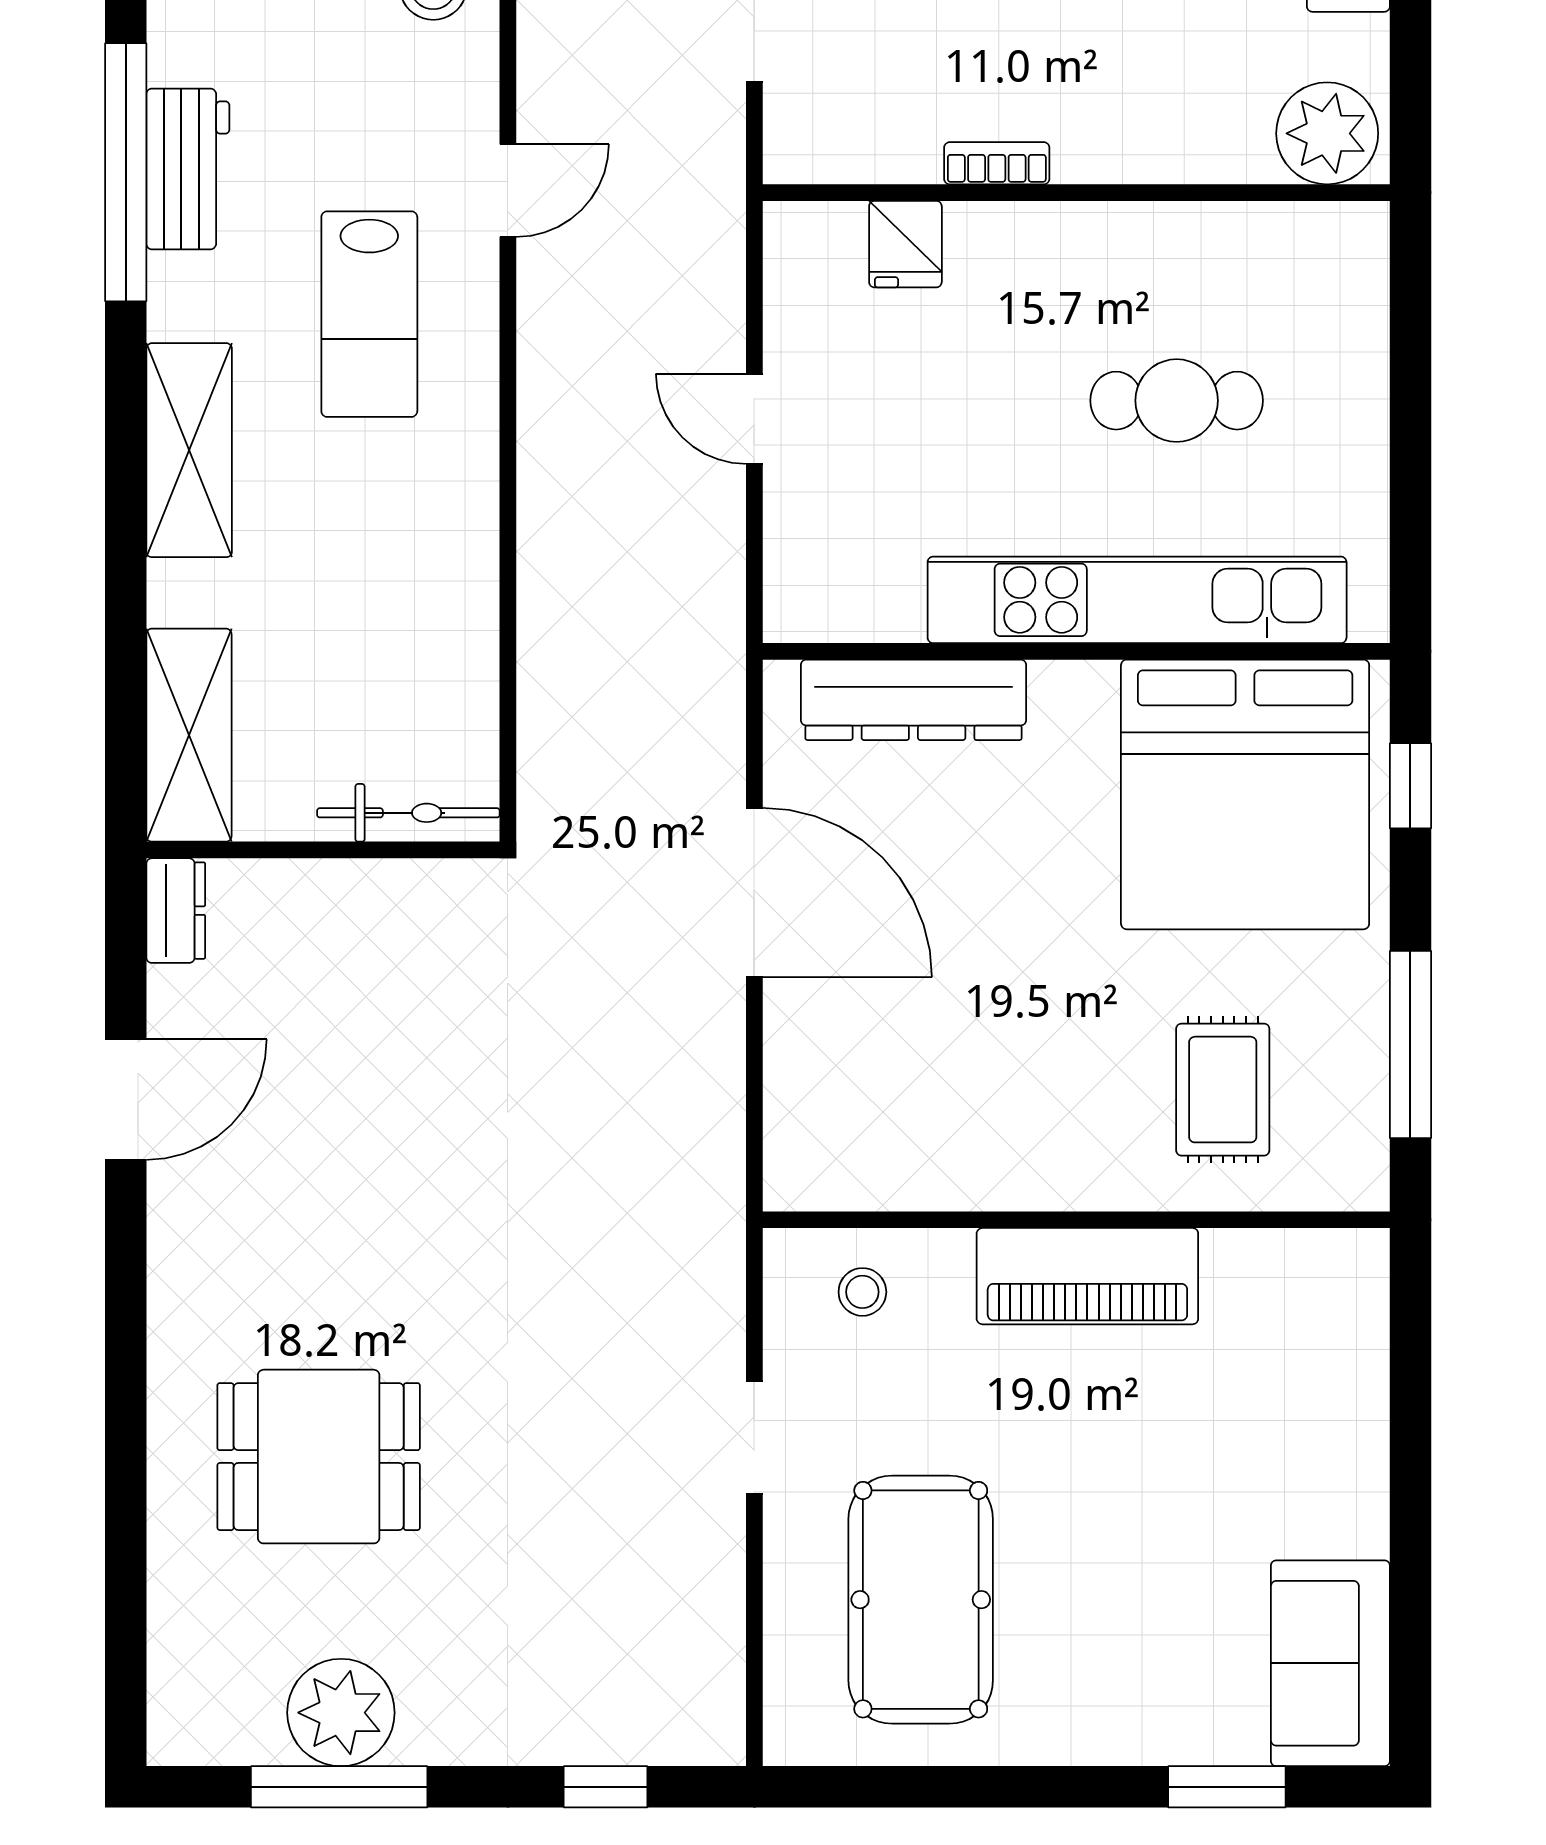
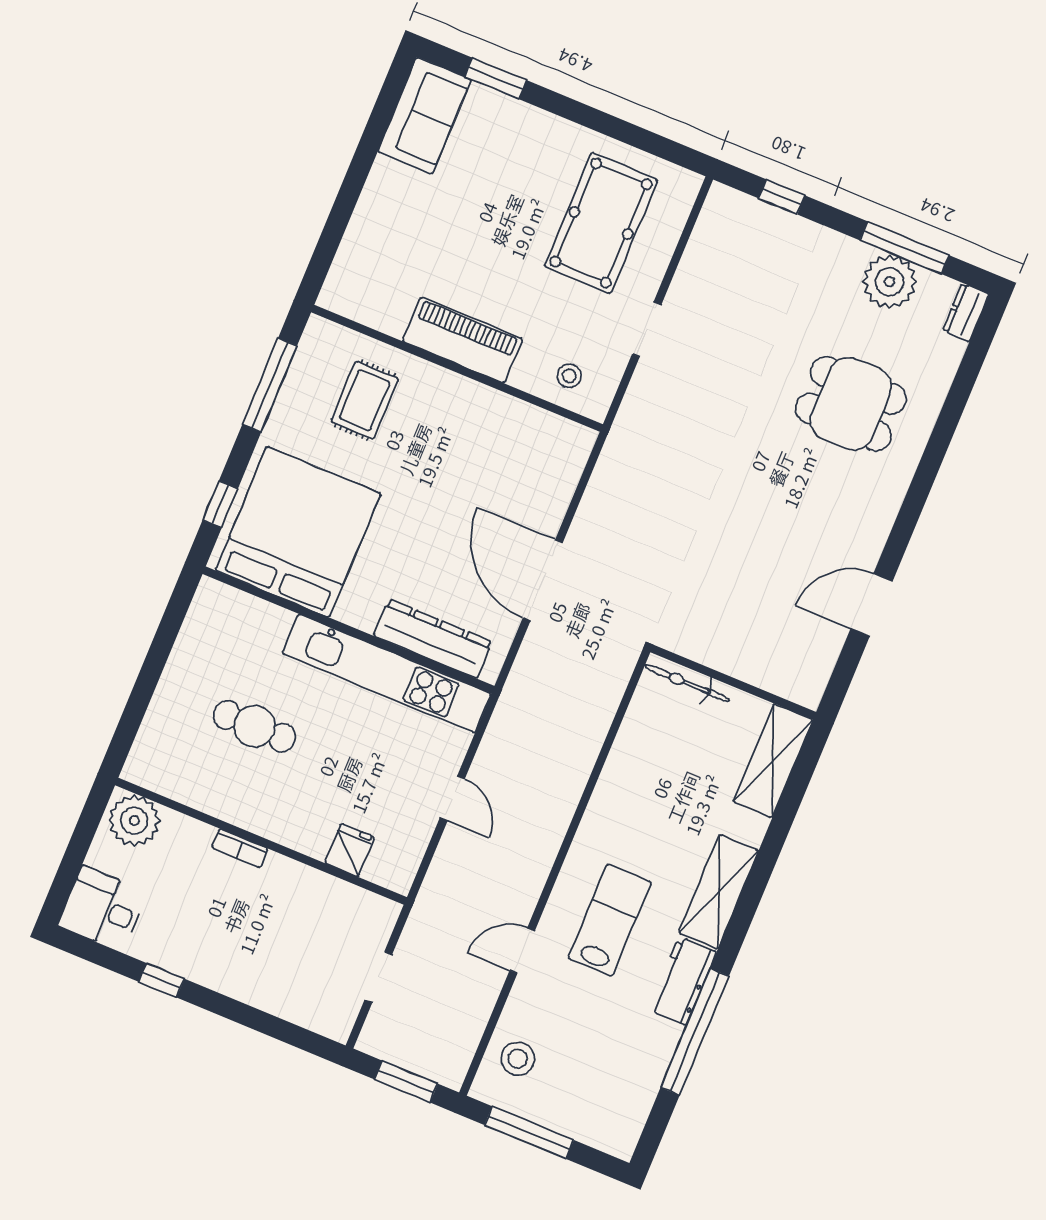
bookcase: (997, 163) -> (240, 848), moved
workbench: (188, 169) -> (682, 981), moved
kitchen unit: (1137, 600) -> (387, 674), moved
dresser: (176, 911) -> (966, 312), moved

